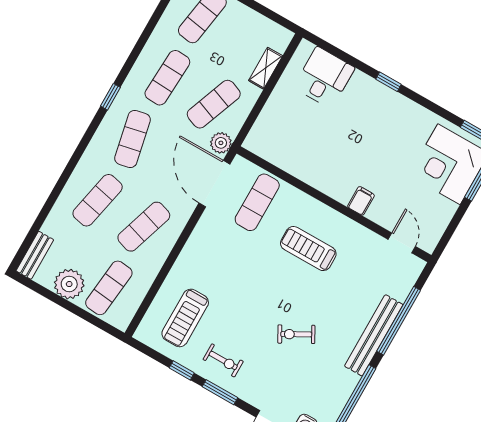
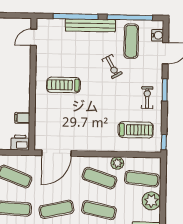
printer: (259, 139) -> (20, 143), added
plant: (221, 143) -> (117, 163), moved
filing cabinet: (361, 201) -> (22, 118), moved
exercise mat: (257, 202) -> (131, 41), moved, turned 90
treadmill: (308, 249) -> (64, 85), turned 90
window: (182, 370) -> (164, 142), moved

